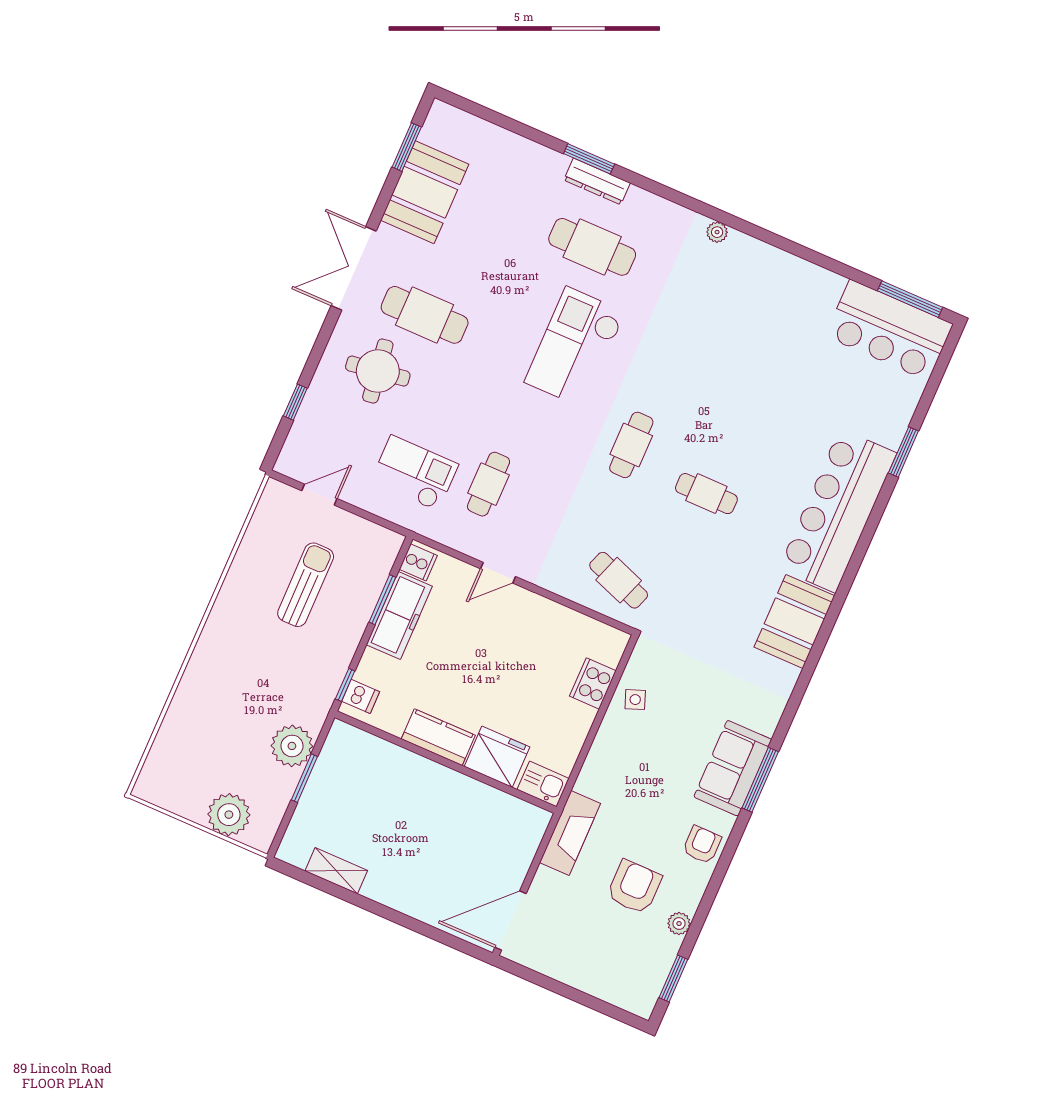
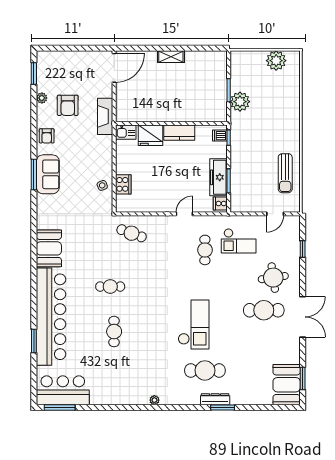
booth: (425, 192) -> (287, 385), moved
cafe table: (631, 445) -> (114, 332), moved
bar counter: (838, 511) -> (51, 317), width x1.36
sun lounger: (306, 585) -> (285, 173), moved
plant: (229, 815) -> (276, 61), moved
shelving: (336, 871) -> (171, 57), moved

